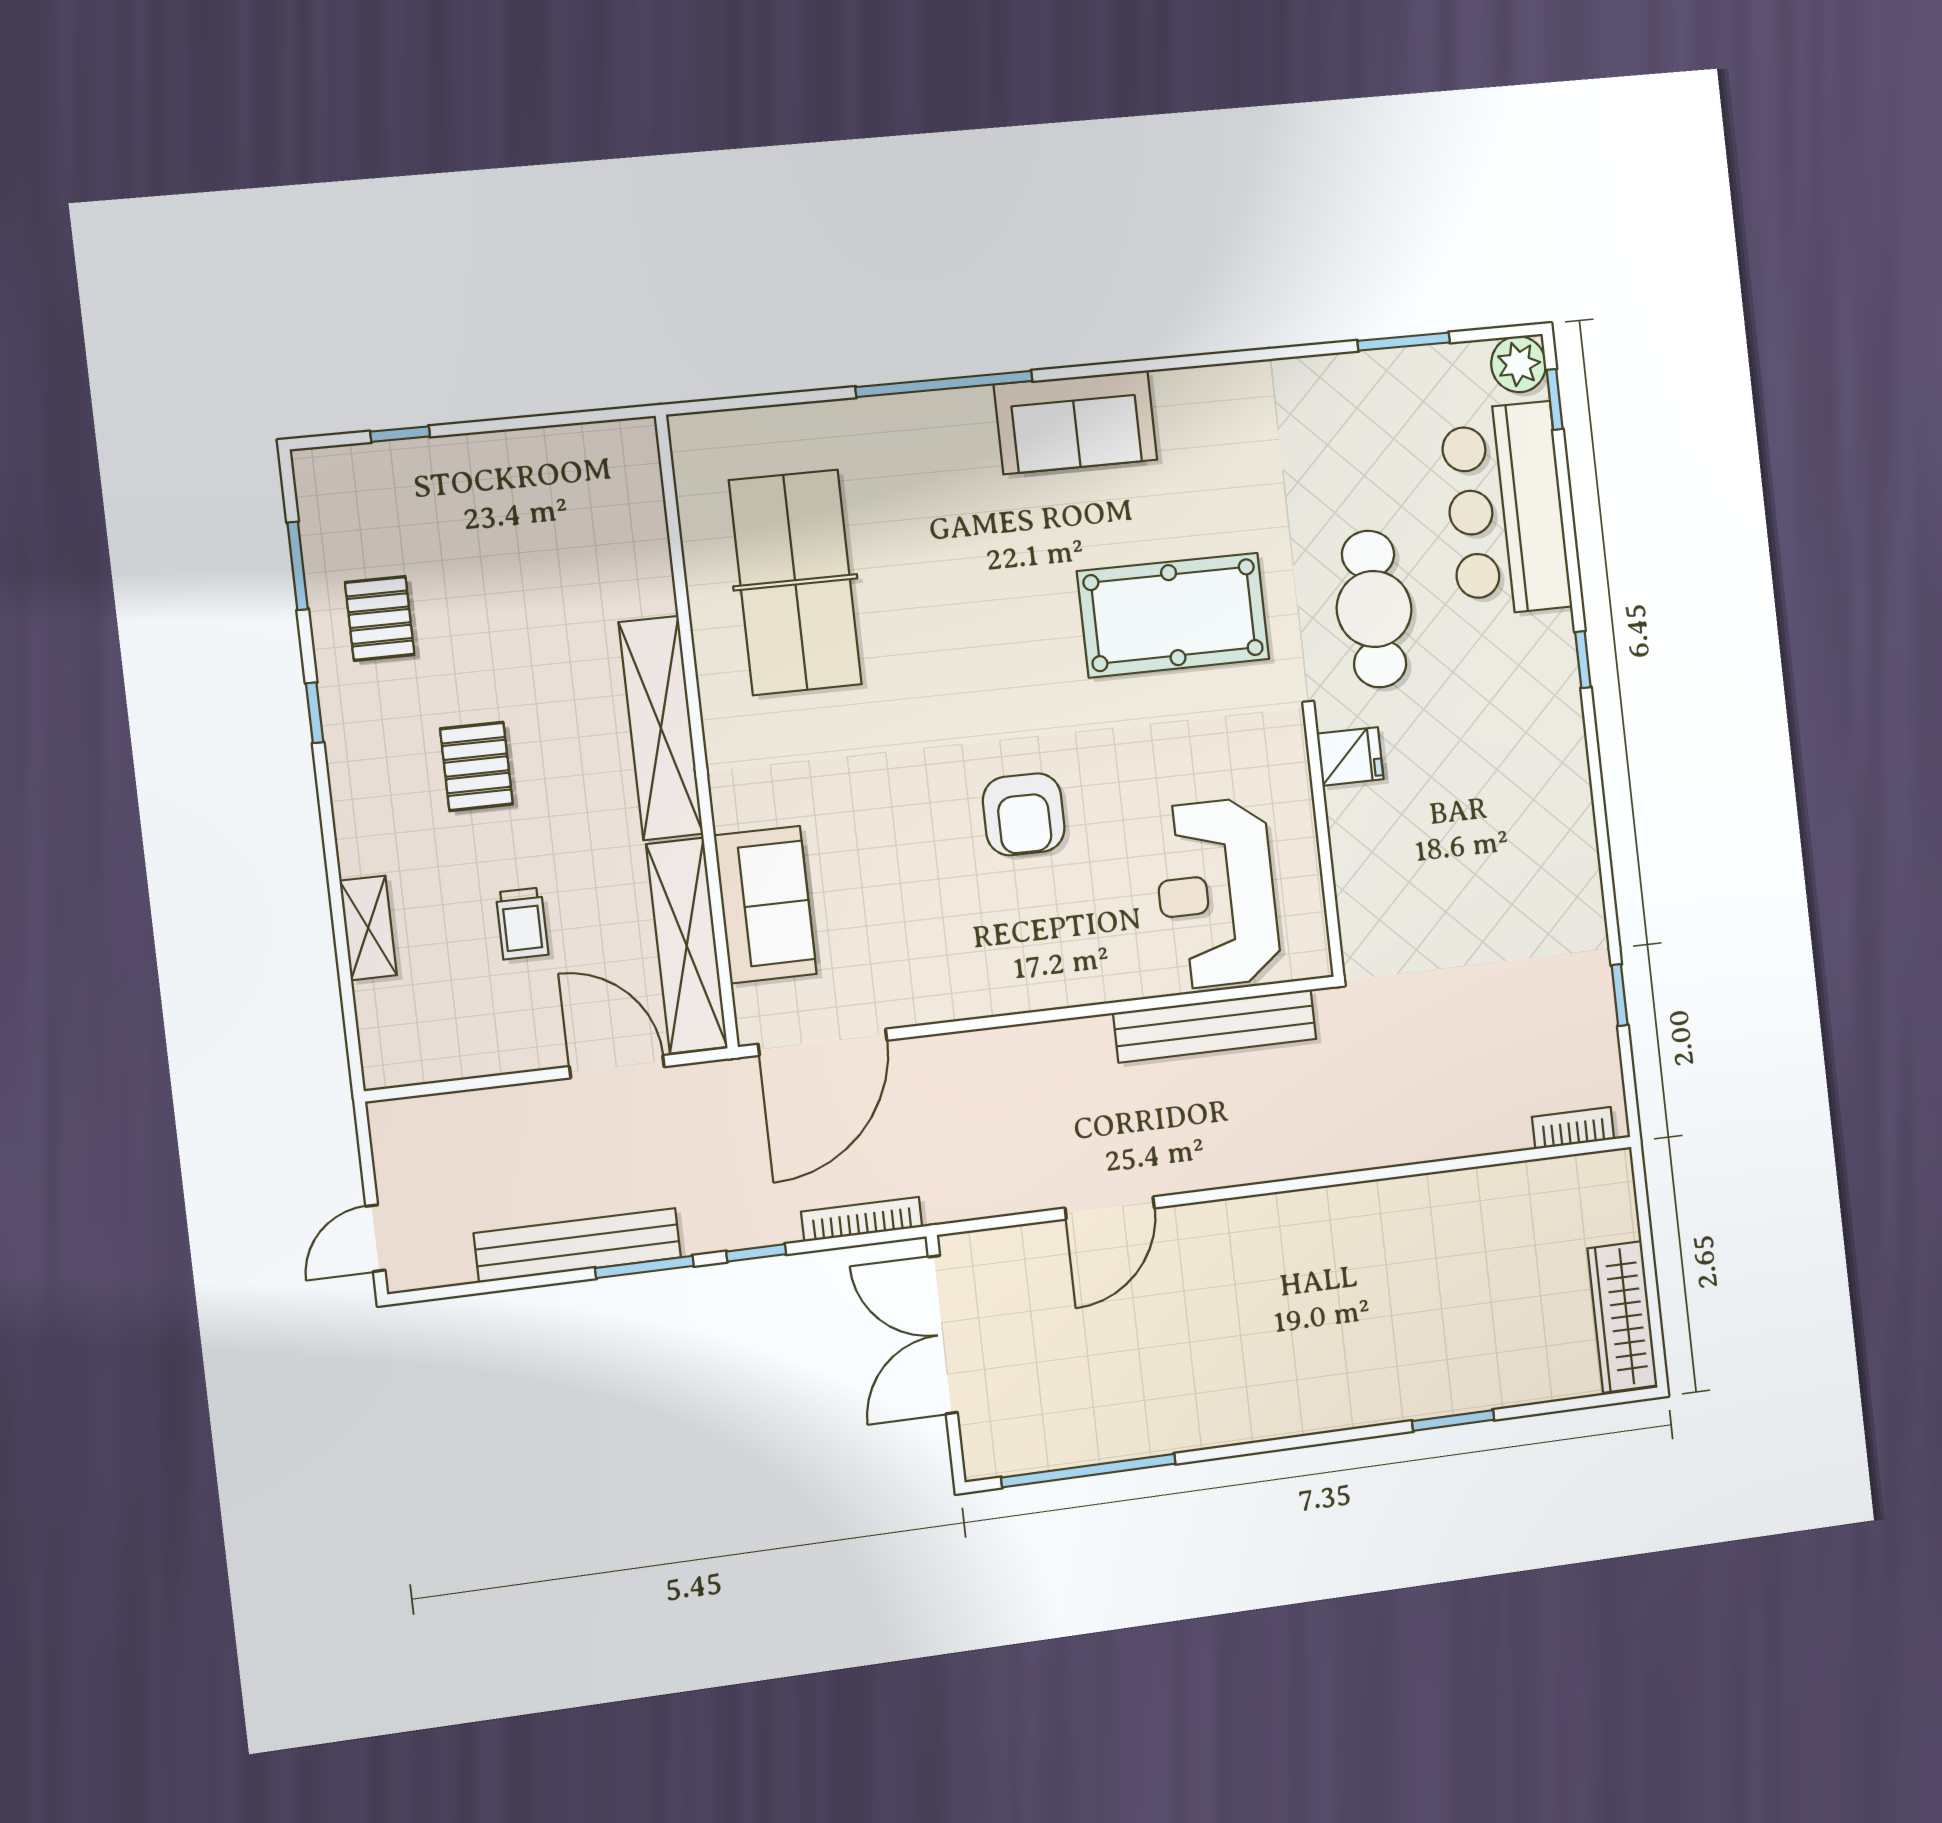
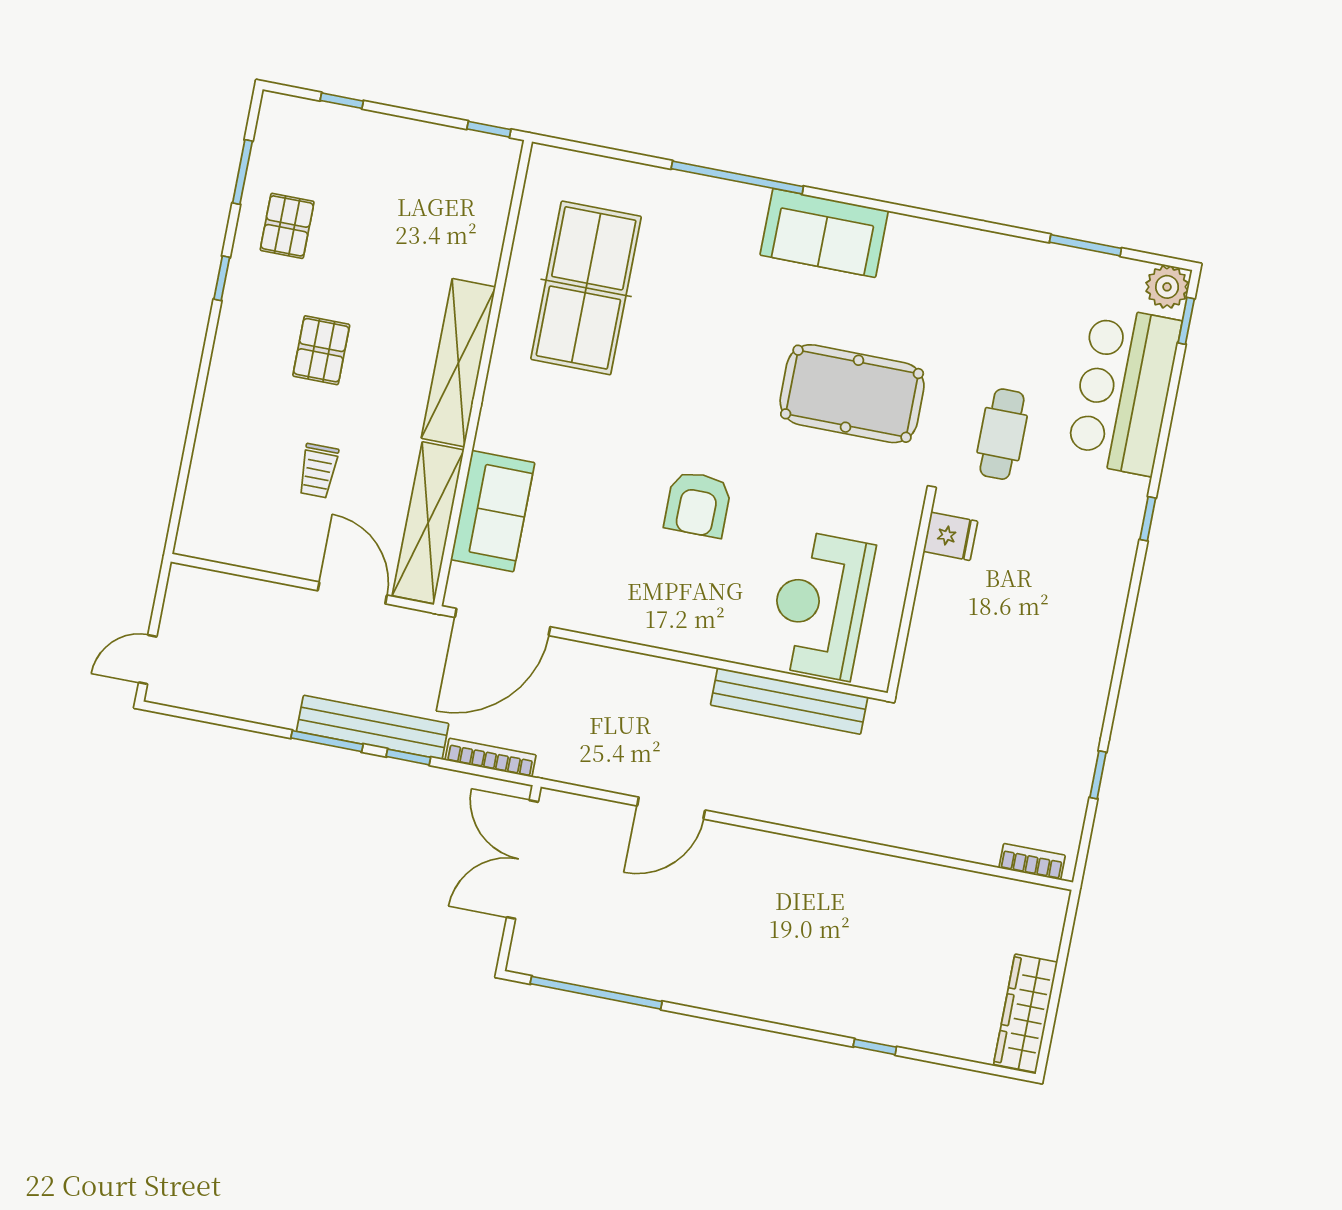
window: (605, 415) -> (489, 129), added
cafe table: (1374, 609) -> (1002, 434), width x0.73, depth x0.74
shelving: (368, 928) -> (211, 440), removed
bench: (578, 1245) -> (373, 727), moved
window: (1453, 1420) -> (875, 1047), width x0.67

